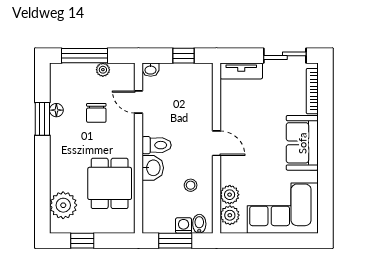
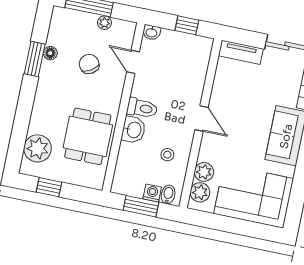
chair: (96, 113) -> (89, 64), turned 148

